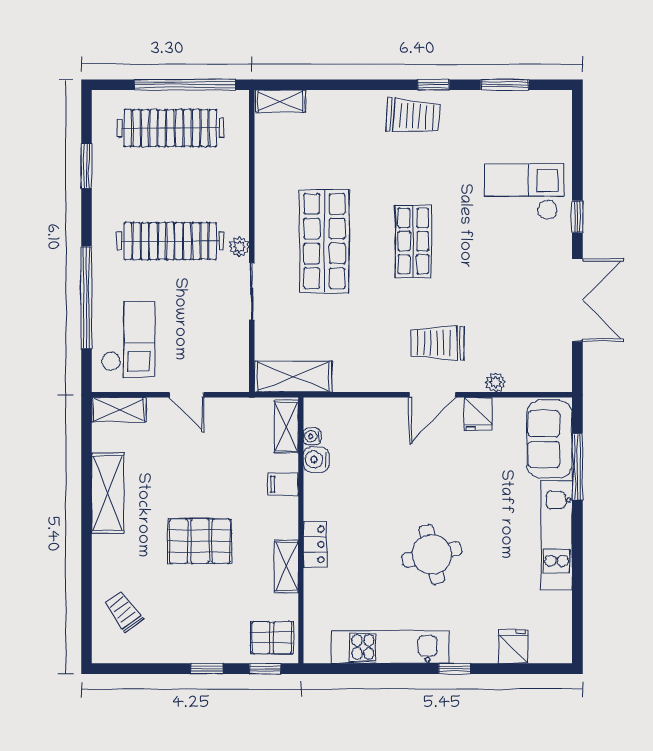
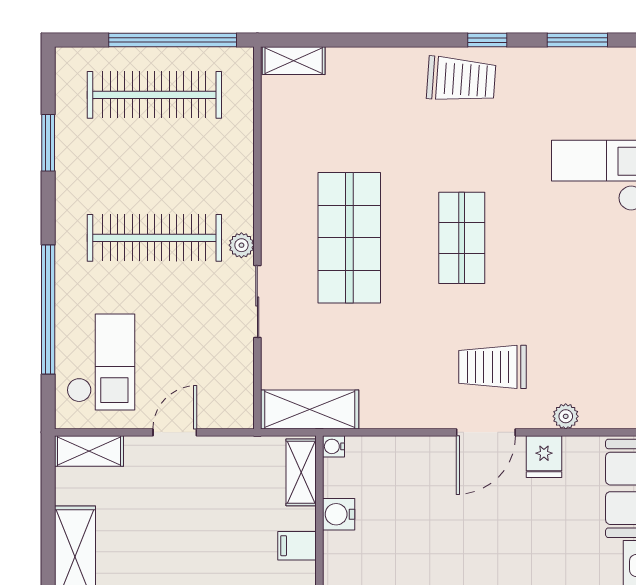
door: (187, 395) -> (175, 432), swing flipped
water cooler: (312, 436) -> (334, 446), moved

